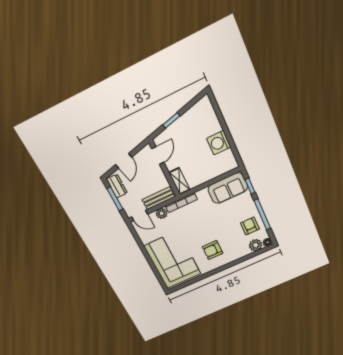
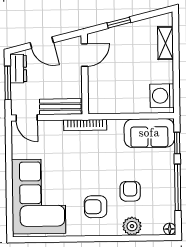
washing machine: (219, 143) -> (162, 96), moved
door: (124, 161) -> (42, 43), hinge flipped
shelving: (179, 181) -> (165, 43), moved
plant: (162, 213) -> (55, 128), removed
armchair: (250, 226) -> (130, 191), moved
plant: (256, 245) -> (132, 226), moved

